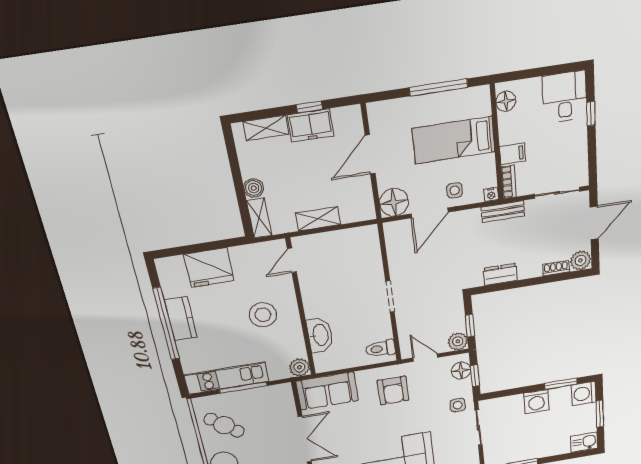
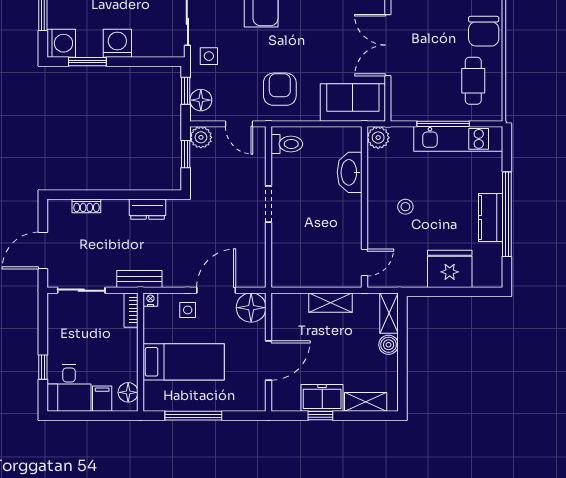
filing cabinet: (512, 154) -> (102, 399), moved, turned 90
plant: (580, 260) -> (59, 210), removed
stool: (263, 315) -> (405, 207), width x0.53, depth x0.53
cafe table: (224, 425) -> (473, 81), turned 51

